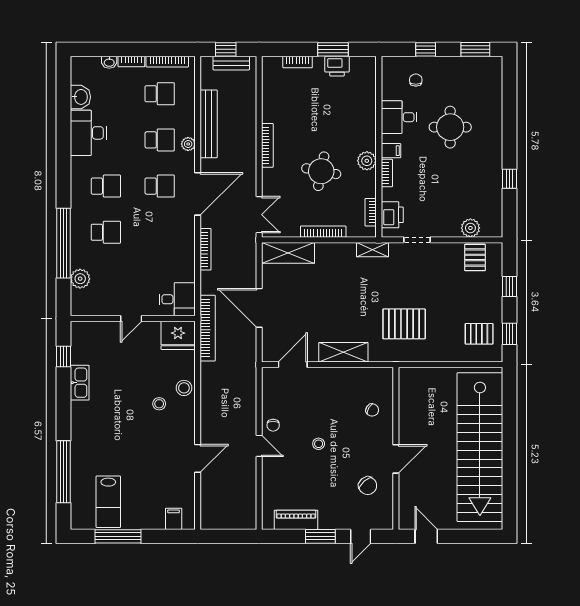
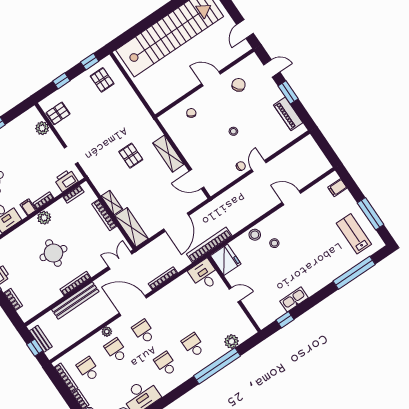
bench: (209, 124) -> (75, 300), moved
round table: (321, 171) -> (53, 253), moved
shelving: (372, 250) -> (112, 203), moved
pallet: (404, 324) -> (131, 156), moved, width x0.67, depth x0.71
lab bench: (108, 502) -> (354, 234), turned -90

